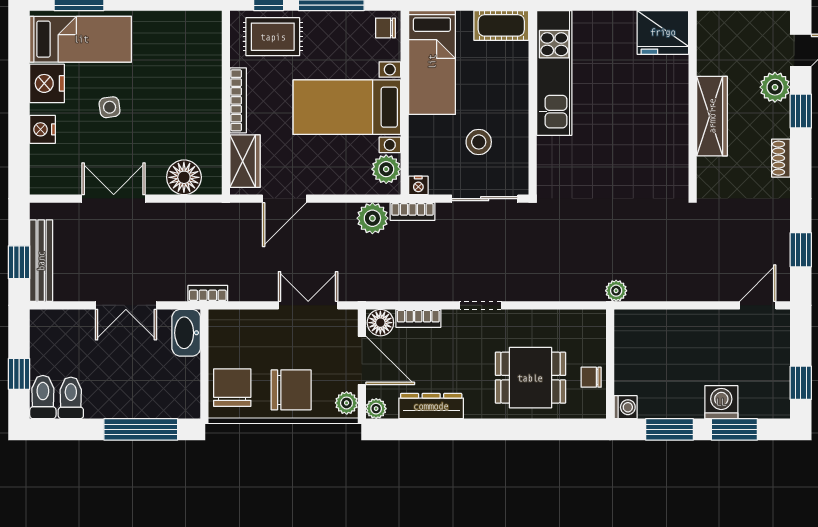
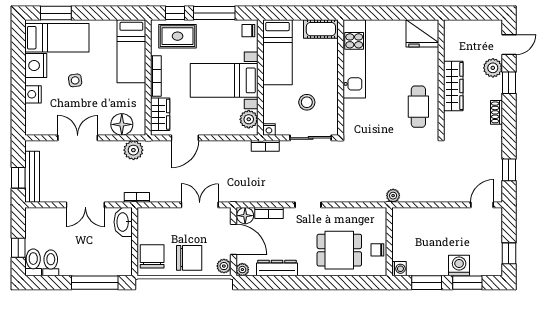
bed: (199, 61) -> (131, 51), added
cafe table: (656, 149) -> (418, 107), added
plant: (372, 218) -> (133, 150), moved

